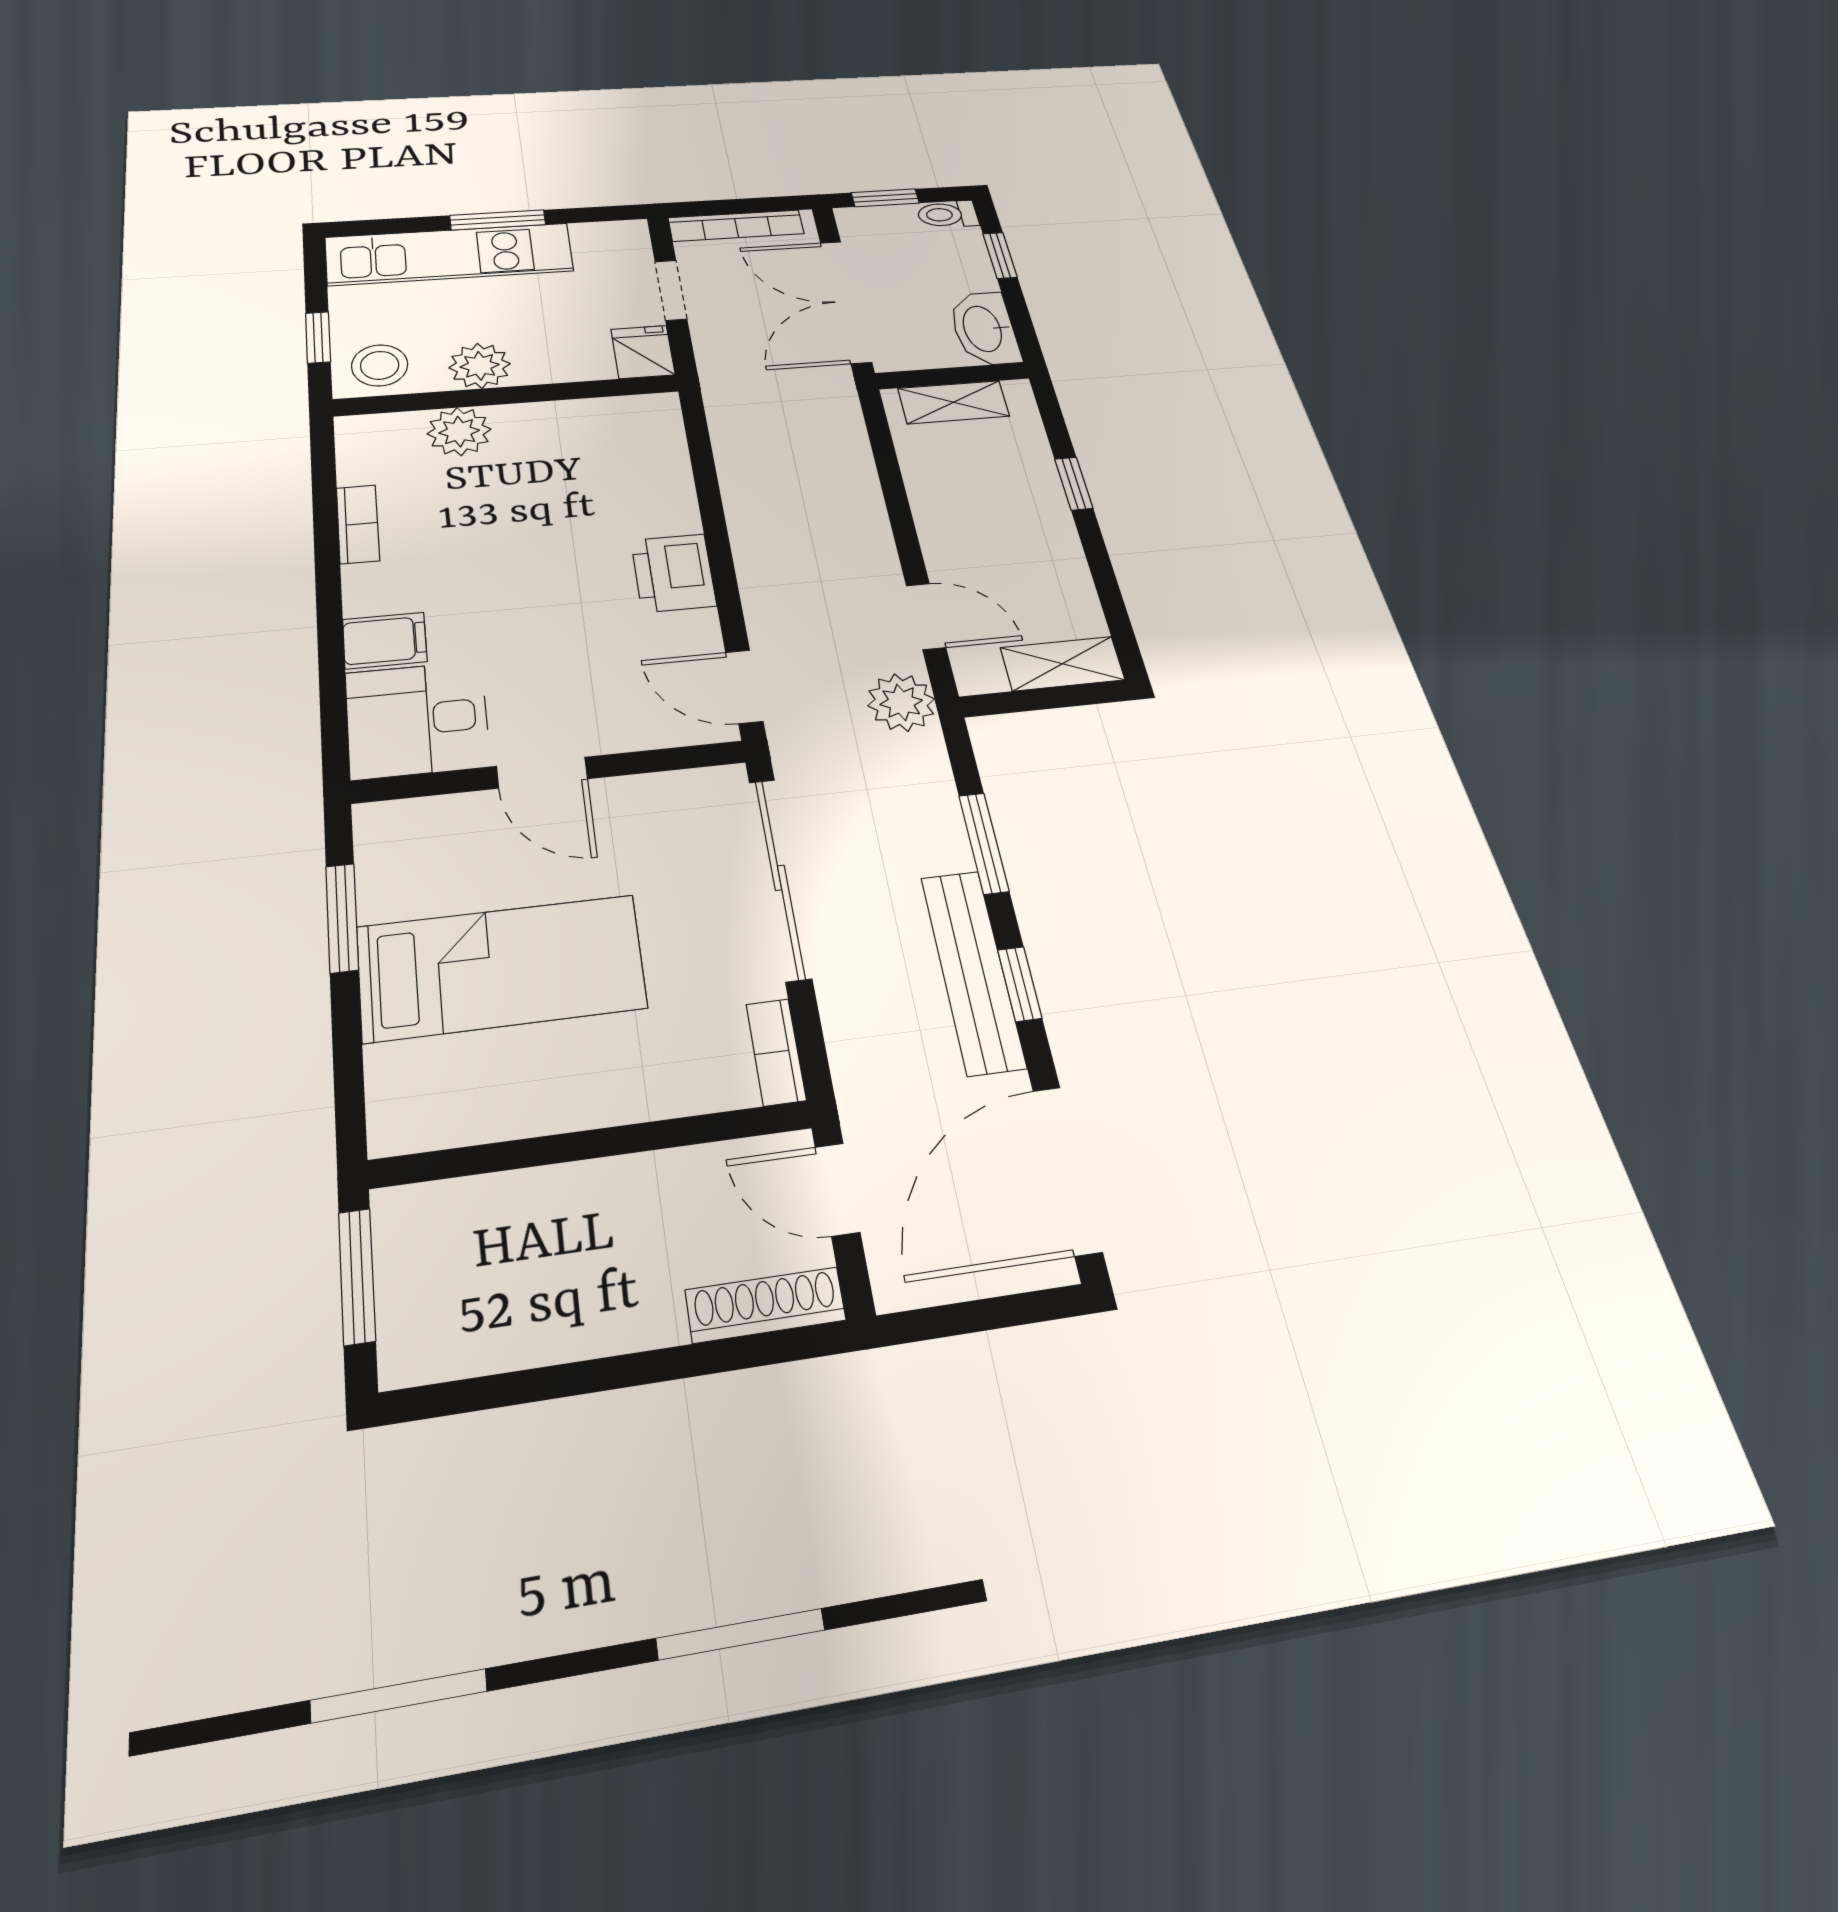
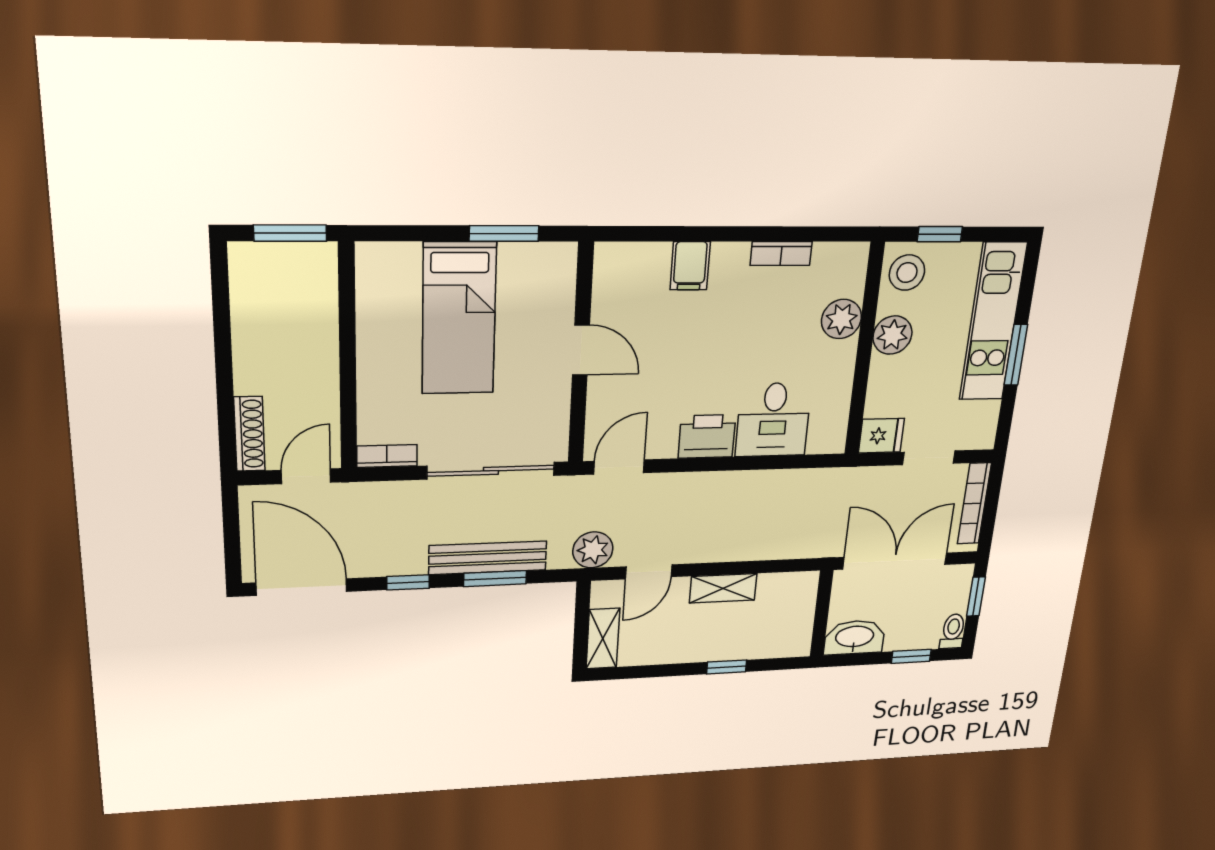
shelving: (954, 402) -> (723, 588), moved, turned 90
desk: (417, 719) -> (773, 420), moved, turned 180
door: (542, 773) -> (581, 350), swing flipped
bench: (973, 971) -> (488, 558), moved

